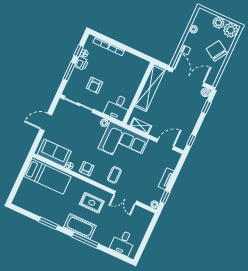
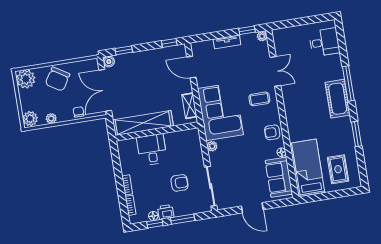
plant: (219, 23) -> (30, 119), moved
desk: (118, 107) -> (152, 150), moved, turned -90
rug: (92, 203) -> (338, 169), moved

